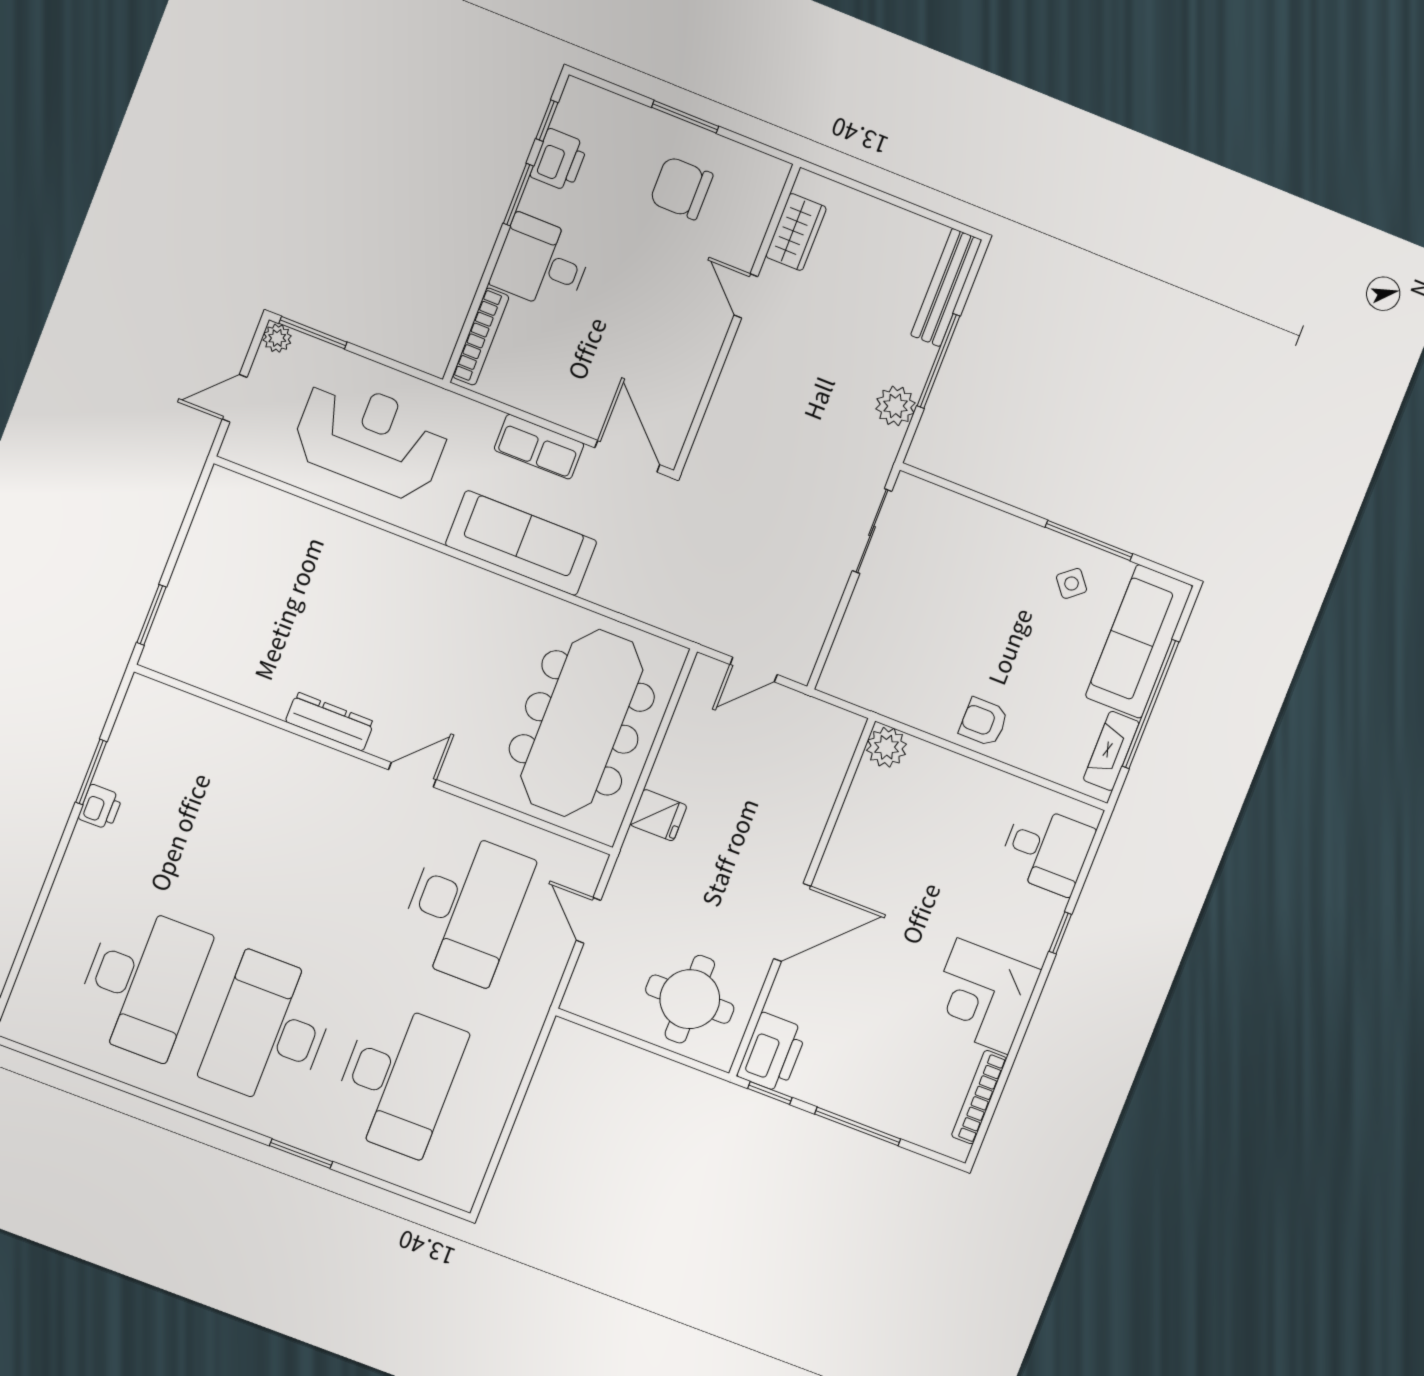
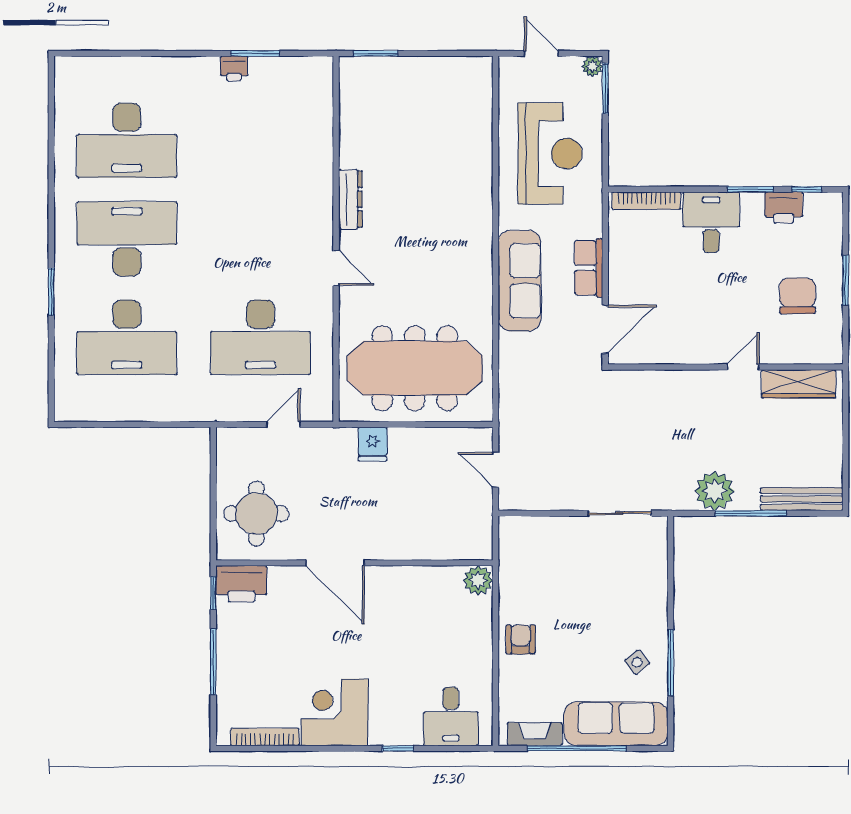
wardrobe: (796, 232) -> (799, 384), width x1.50
plant: (896, 406) -> (715, 491), width x1.36, depth x1.36

